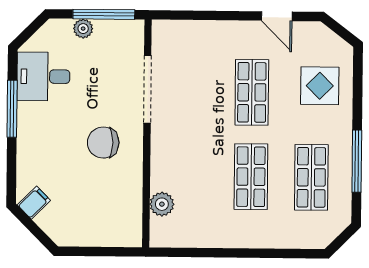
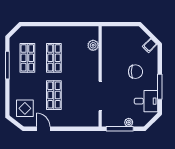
display table: (320, 86) -> (25, 108), moved
chair: (103, 143) -> (136, 72), moved

